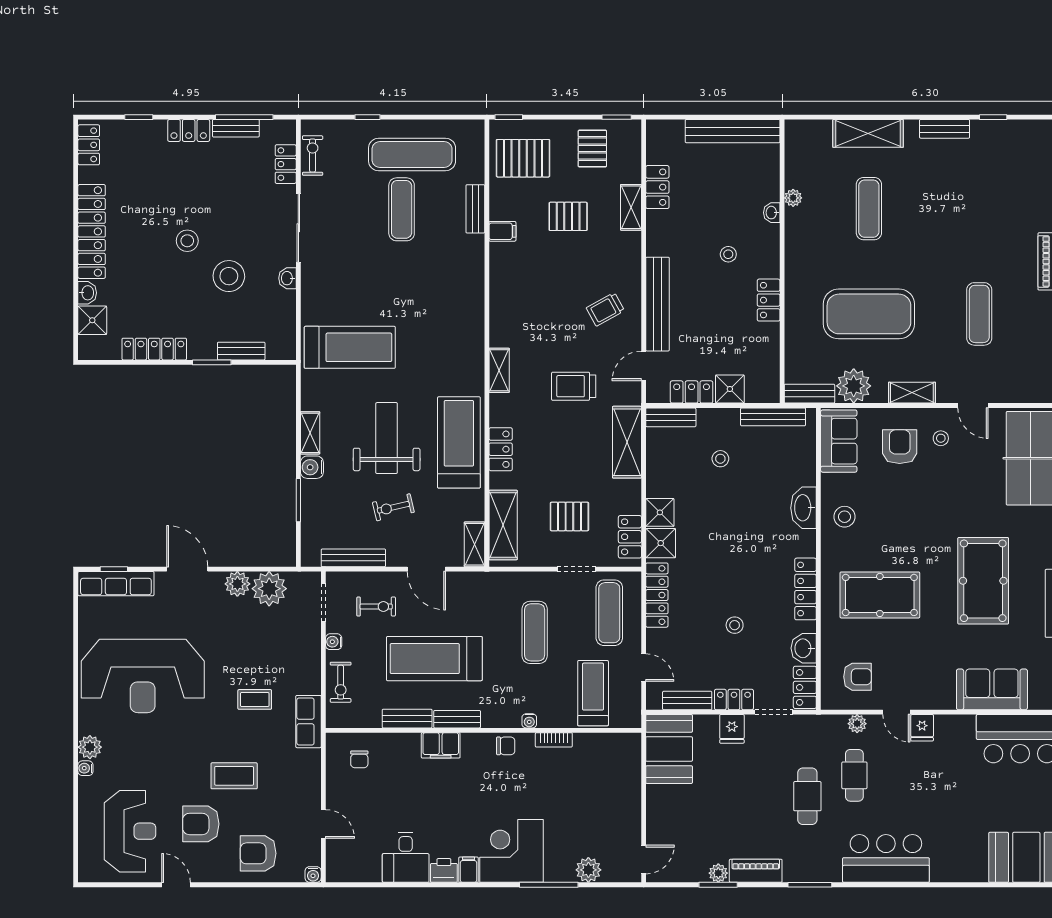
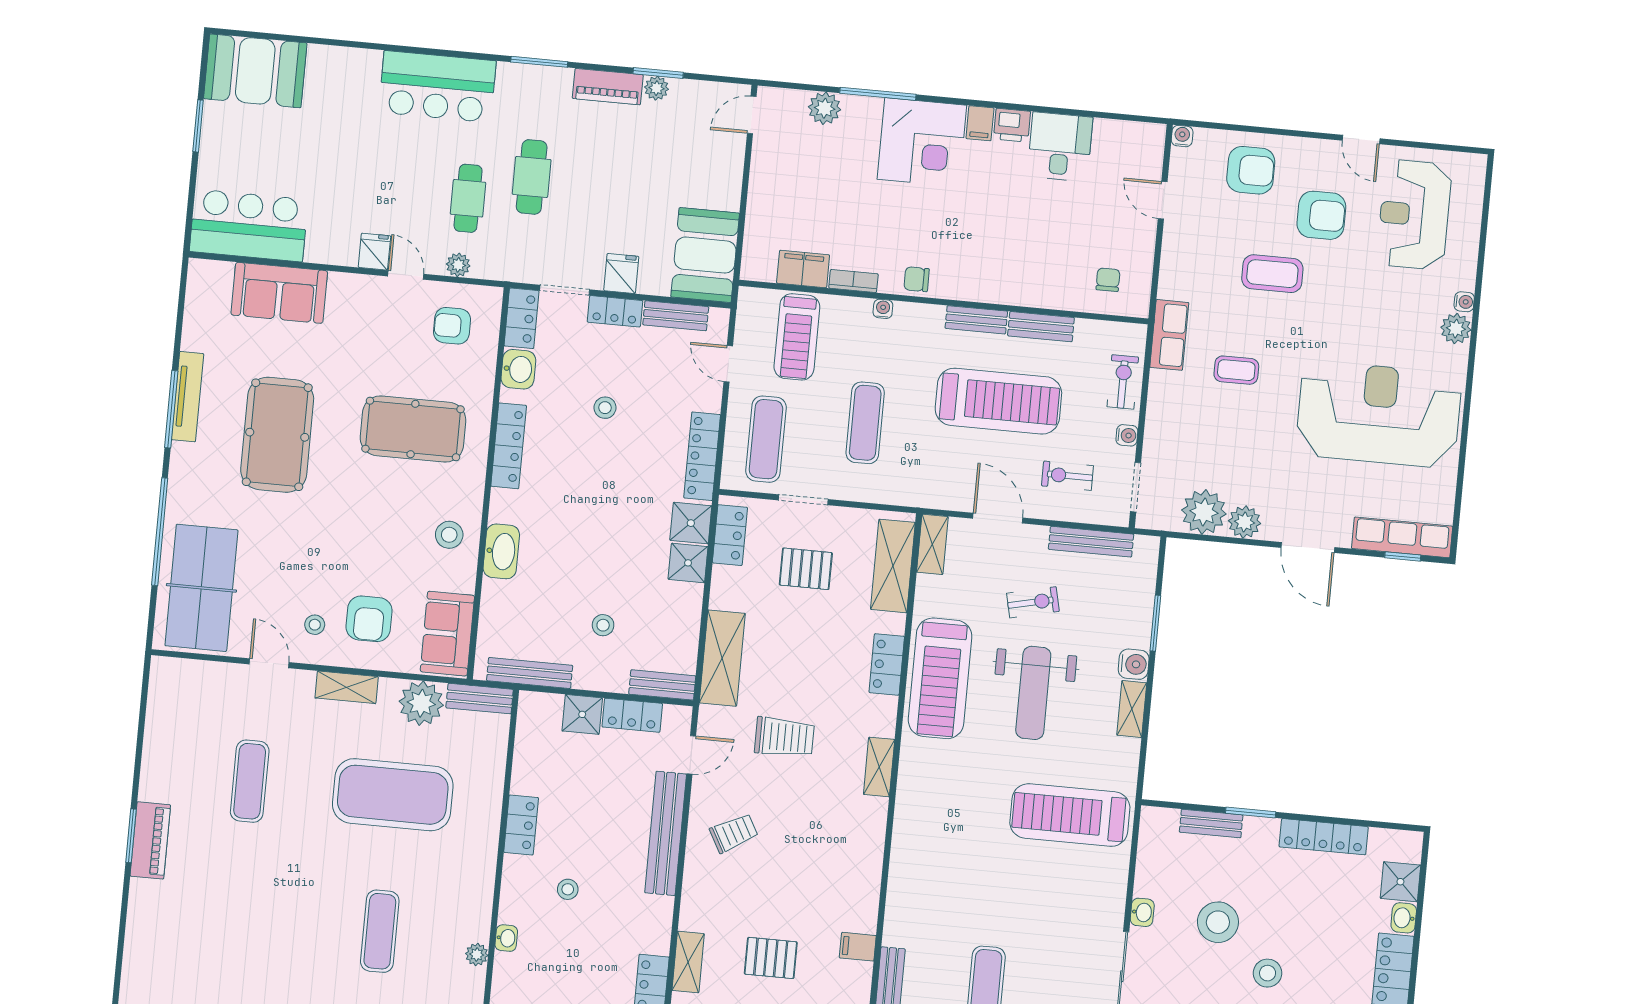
filing cabinet: (441, 745) -> (803, 269), moved

